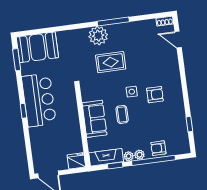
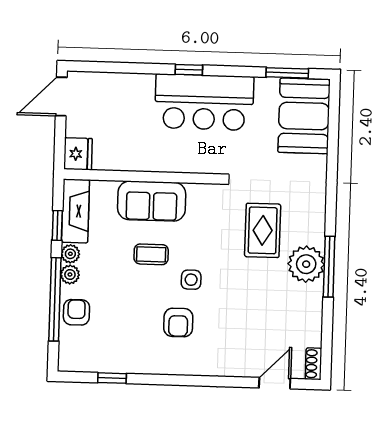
plant: (98, 36) -> (306, 264), moved
rug: (111, 62) -> (263, 230), moved

